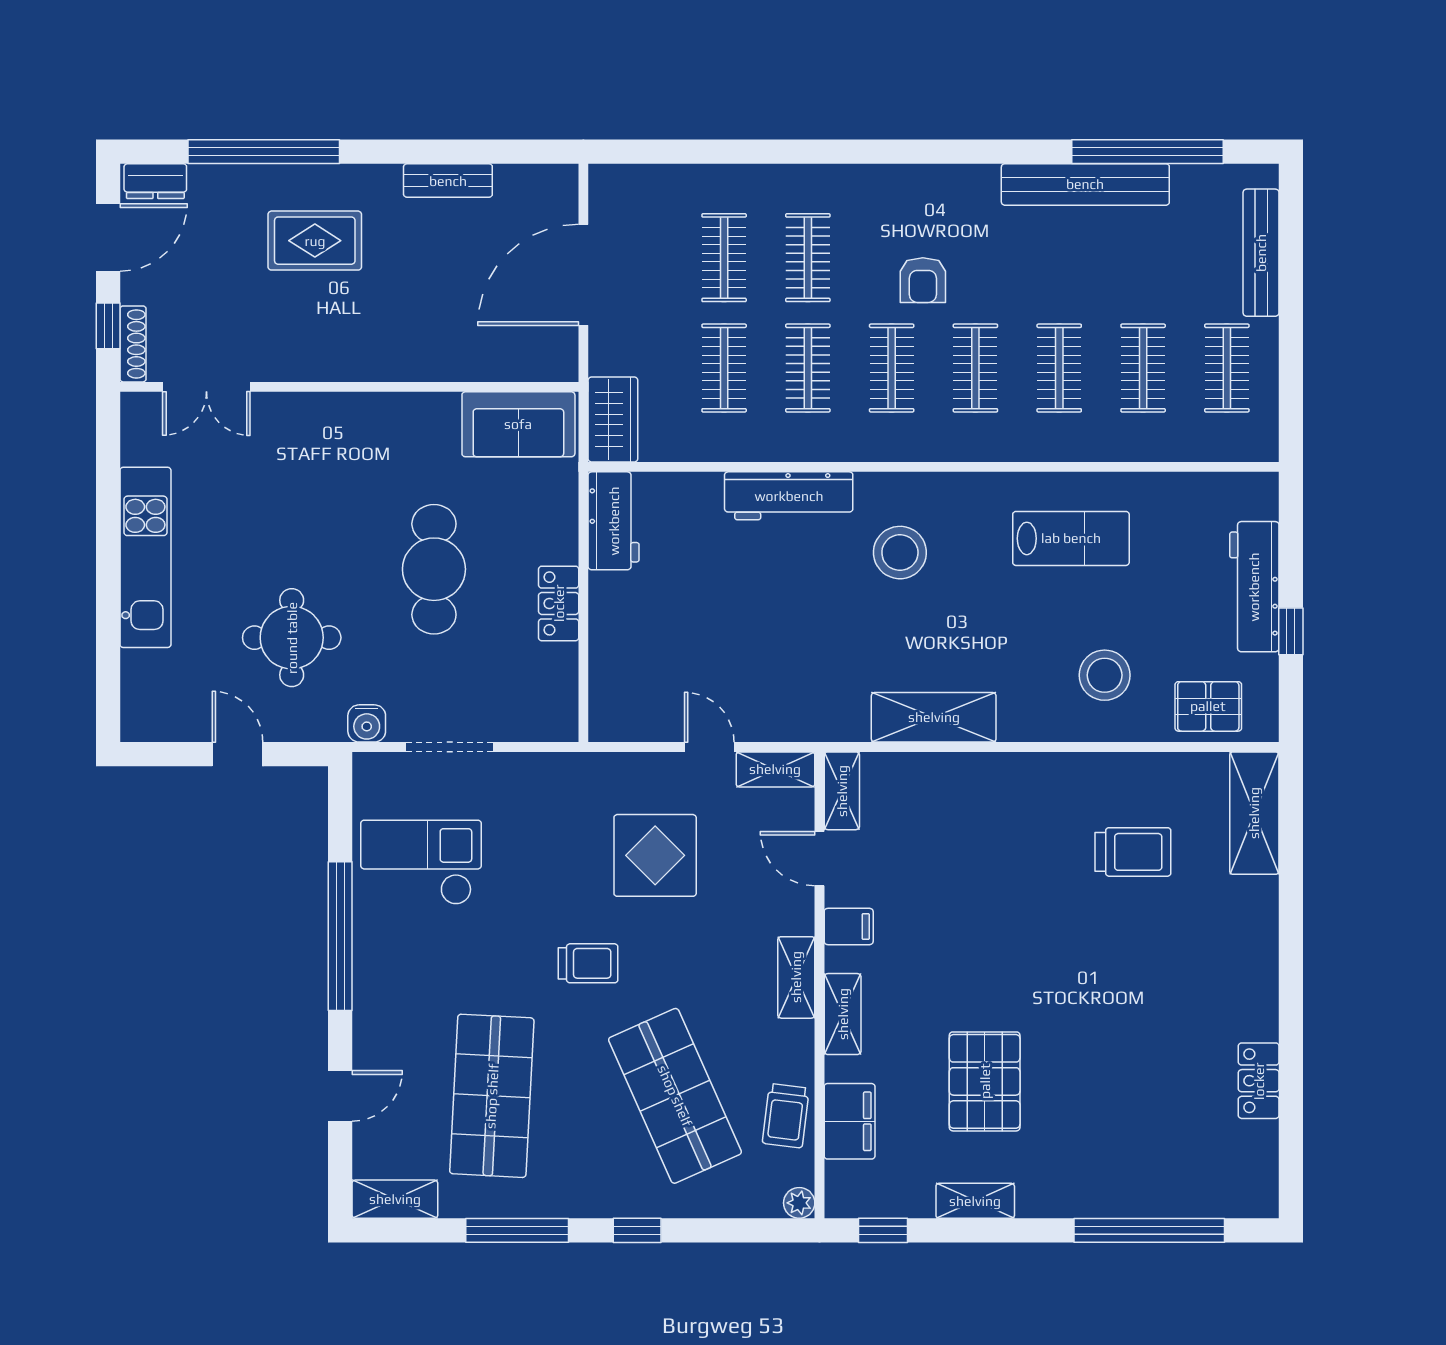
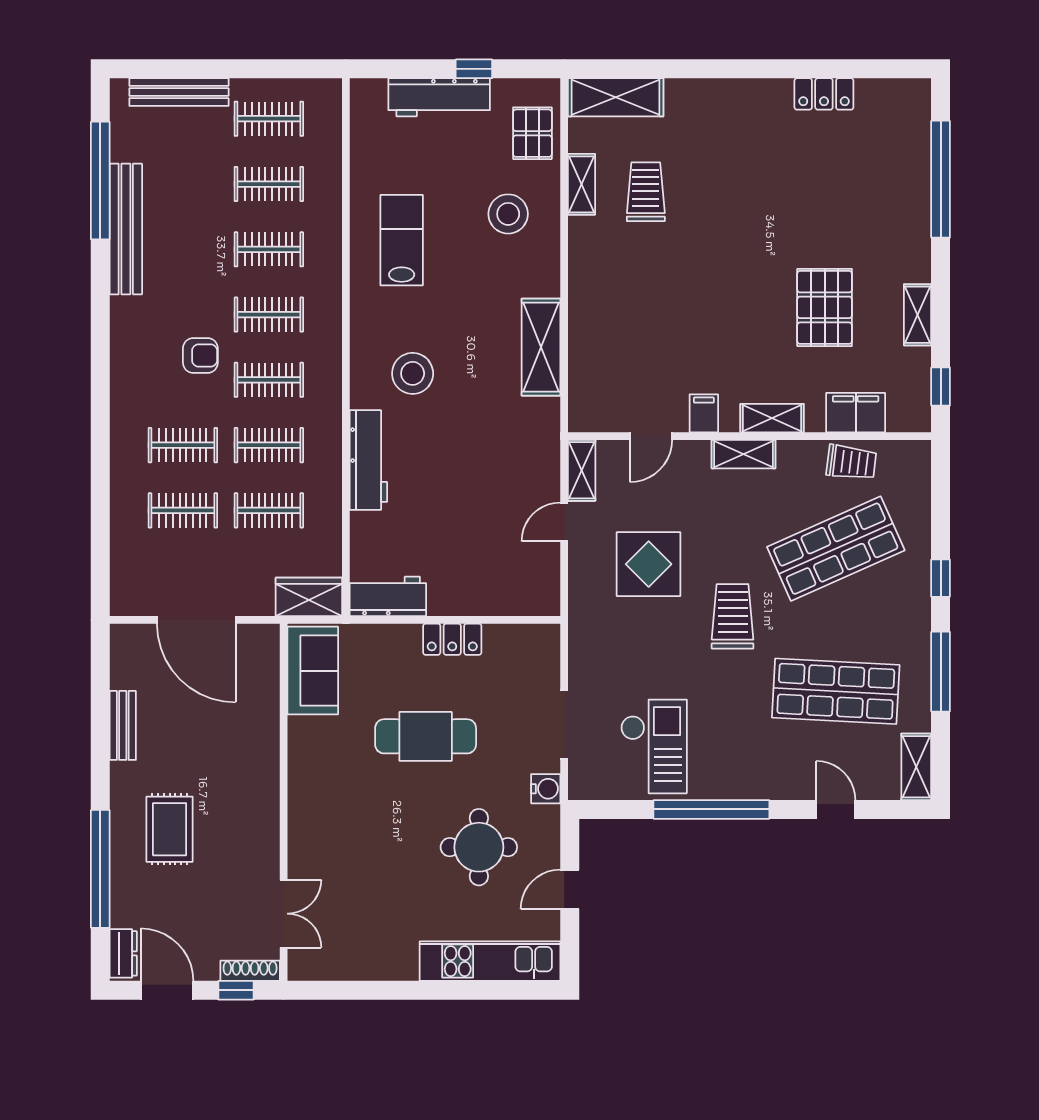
kitchen unit: (145, 557) -> (490, 961), moved
shelving: (842, 791) -> (581, 184), moved, turned 90
checkout: (421, 862) -> (654, 746), turned 180
trolley: (588, 963) -> (733, 616), width x1.36, depth x1.39
pallet: (985, 1081) -> (825, 307), turned 90
plant: (799, 1203) -> (919, 452), removed

